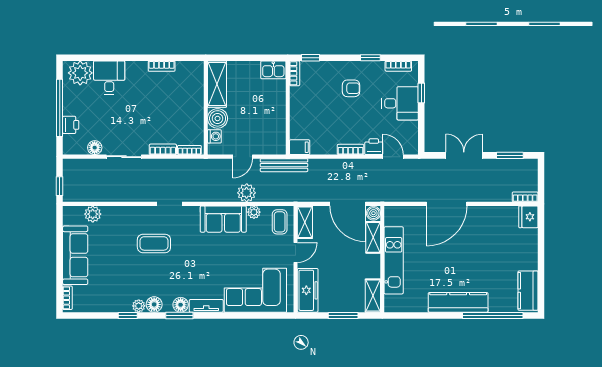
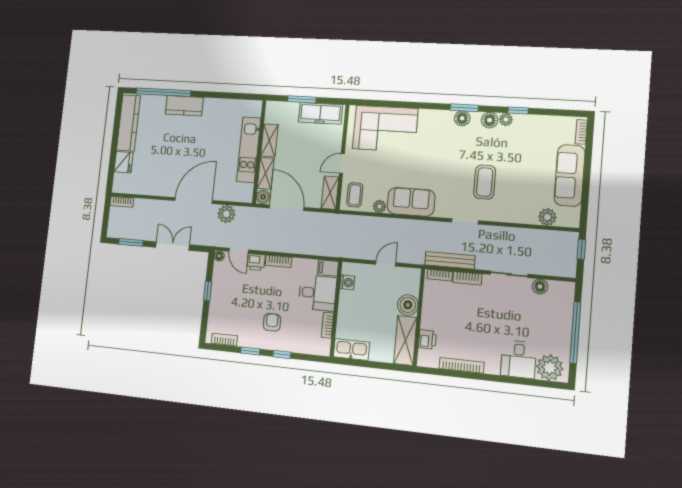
window: (311, 58) -> (282, 354), moved
bookcase: (162, 66) -> (461, 365), width x1.56
kitchen sink: (273, 70) -> (351, 350), width x1.38
bookcase: (295, 73) -> (327, 325), moved
armchair: (351, 88) -> (272, 322), turned 90
window: (421, 93) -> (208, 291), moved
desk: (400, 103) -> (317, 293), moved, turned 180
printer: (71, 125) -> (427, 339), moved, turned 180
washing machine: (214, 136) -> (347, 282), moved, turned 180
floor lamp: (413, 149) -> (219, 256), added
double door: (464, 155) -> (173, 246), swing flipped
bench: (284, 165) -> (450, 260), moved
plant: (247, 193) -> (226, 214), moved
fridge: (528, 217) -> (123, 162), moved
coffee table: (154, 243) -> (485, 182), turned 90
freezer: (308, 290) -> (320, 113), moved, turned -90
kitchen counter: (528, 291) -> (128, 123), width x1.50
shelving: (373, 296) -> (269, 140), moved
kitchen counter: (458, 302) -> (184, 106), width x0.67
tv unit: (206, 306) -> (436, 116), removed

